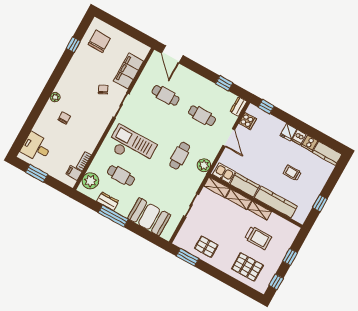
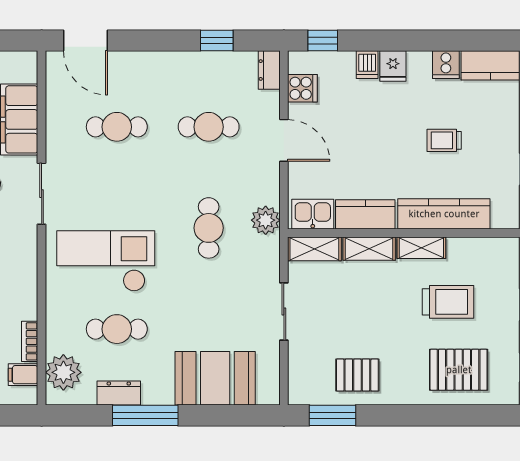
dishwasher: (299, 137) -> (367, 65), moved

